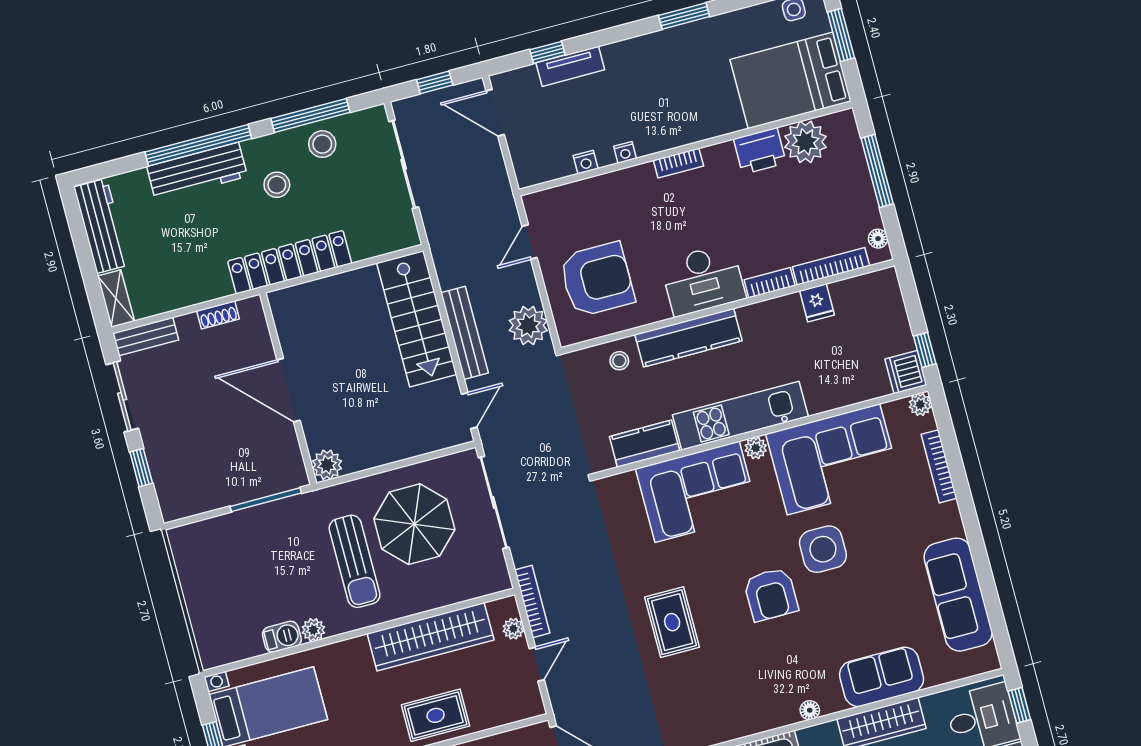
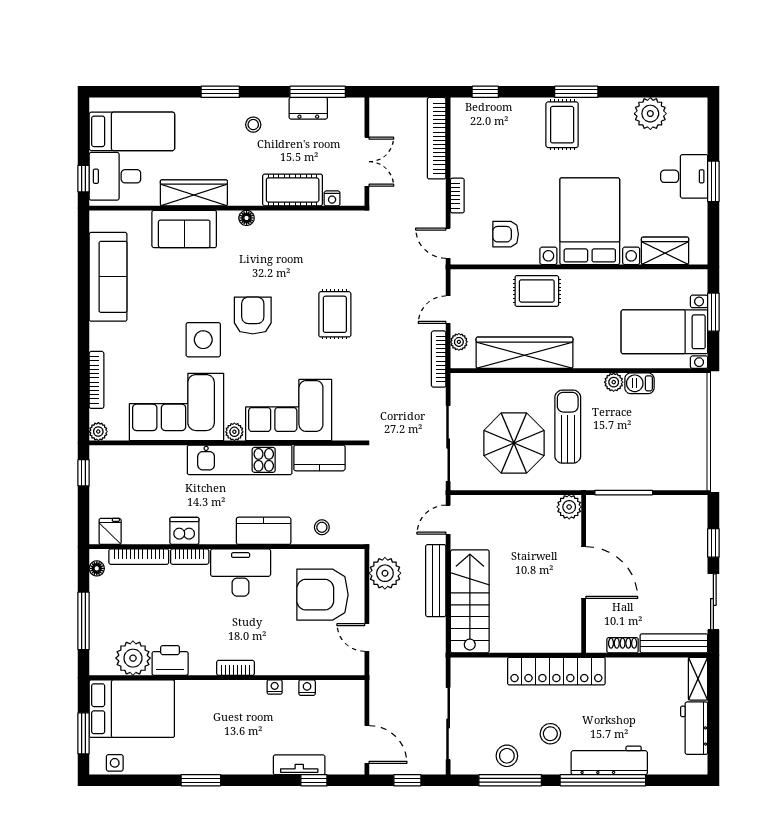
workbench: (102, 226) -> (694, 728), width x0.73
door: (529, 242) -> (367, 637), swing flipped
fridge: (817, 303) -> (110, 531), moved
bench: (146, 337) -> (674, 643), width x1.36
kitchen counter: (689, 338) -> (264, 531), width x0.67
dishwasher: (906, 372) -> (184, 531), moved, turned -90

